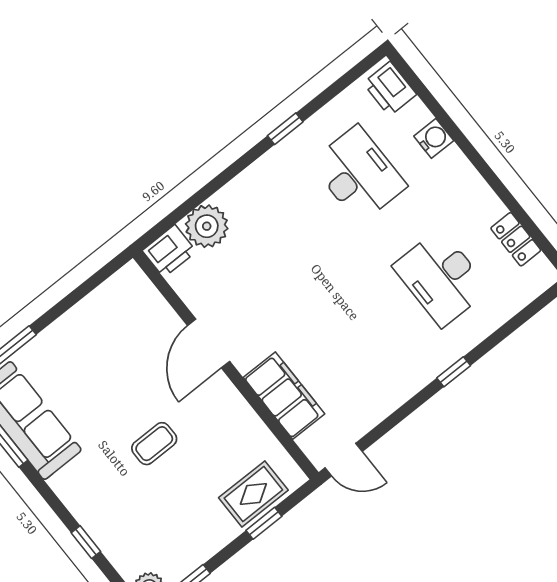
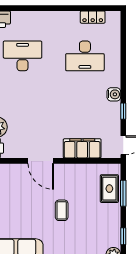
water cooler: (434, 138) -> (114, 94), moved, turned 90
window: (454, 372) -> (123, 111), moved
window: (264, 523) -> (123, 193), width x1.50

